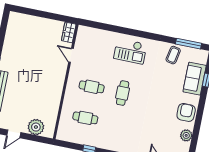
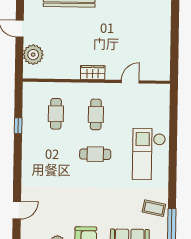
wardrobe: (69, 32) -> (93, 73), moved
checkout: (130, 51) -> (149, 154), width x1.36, depth x1.21

